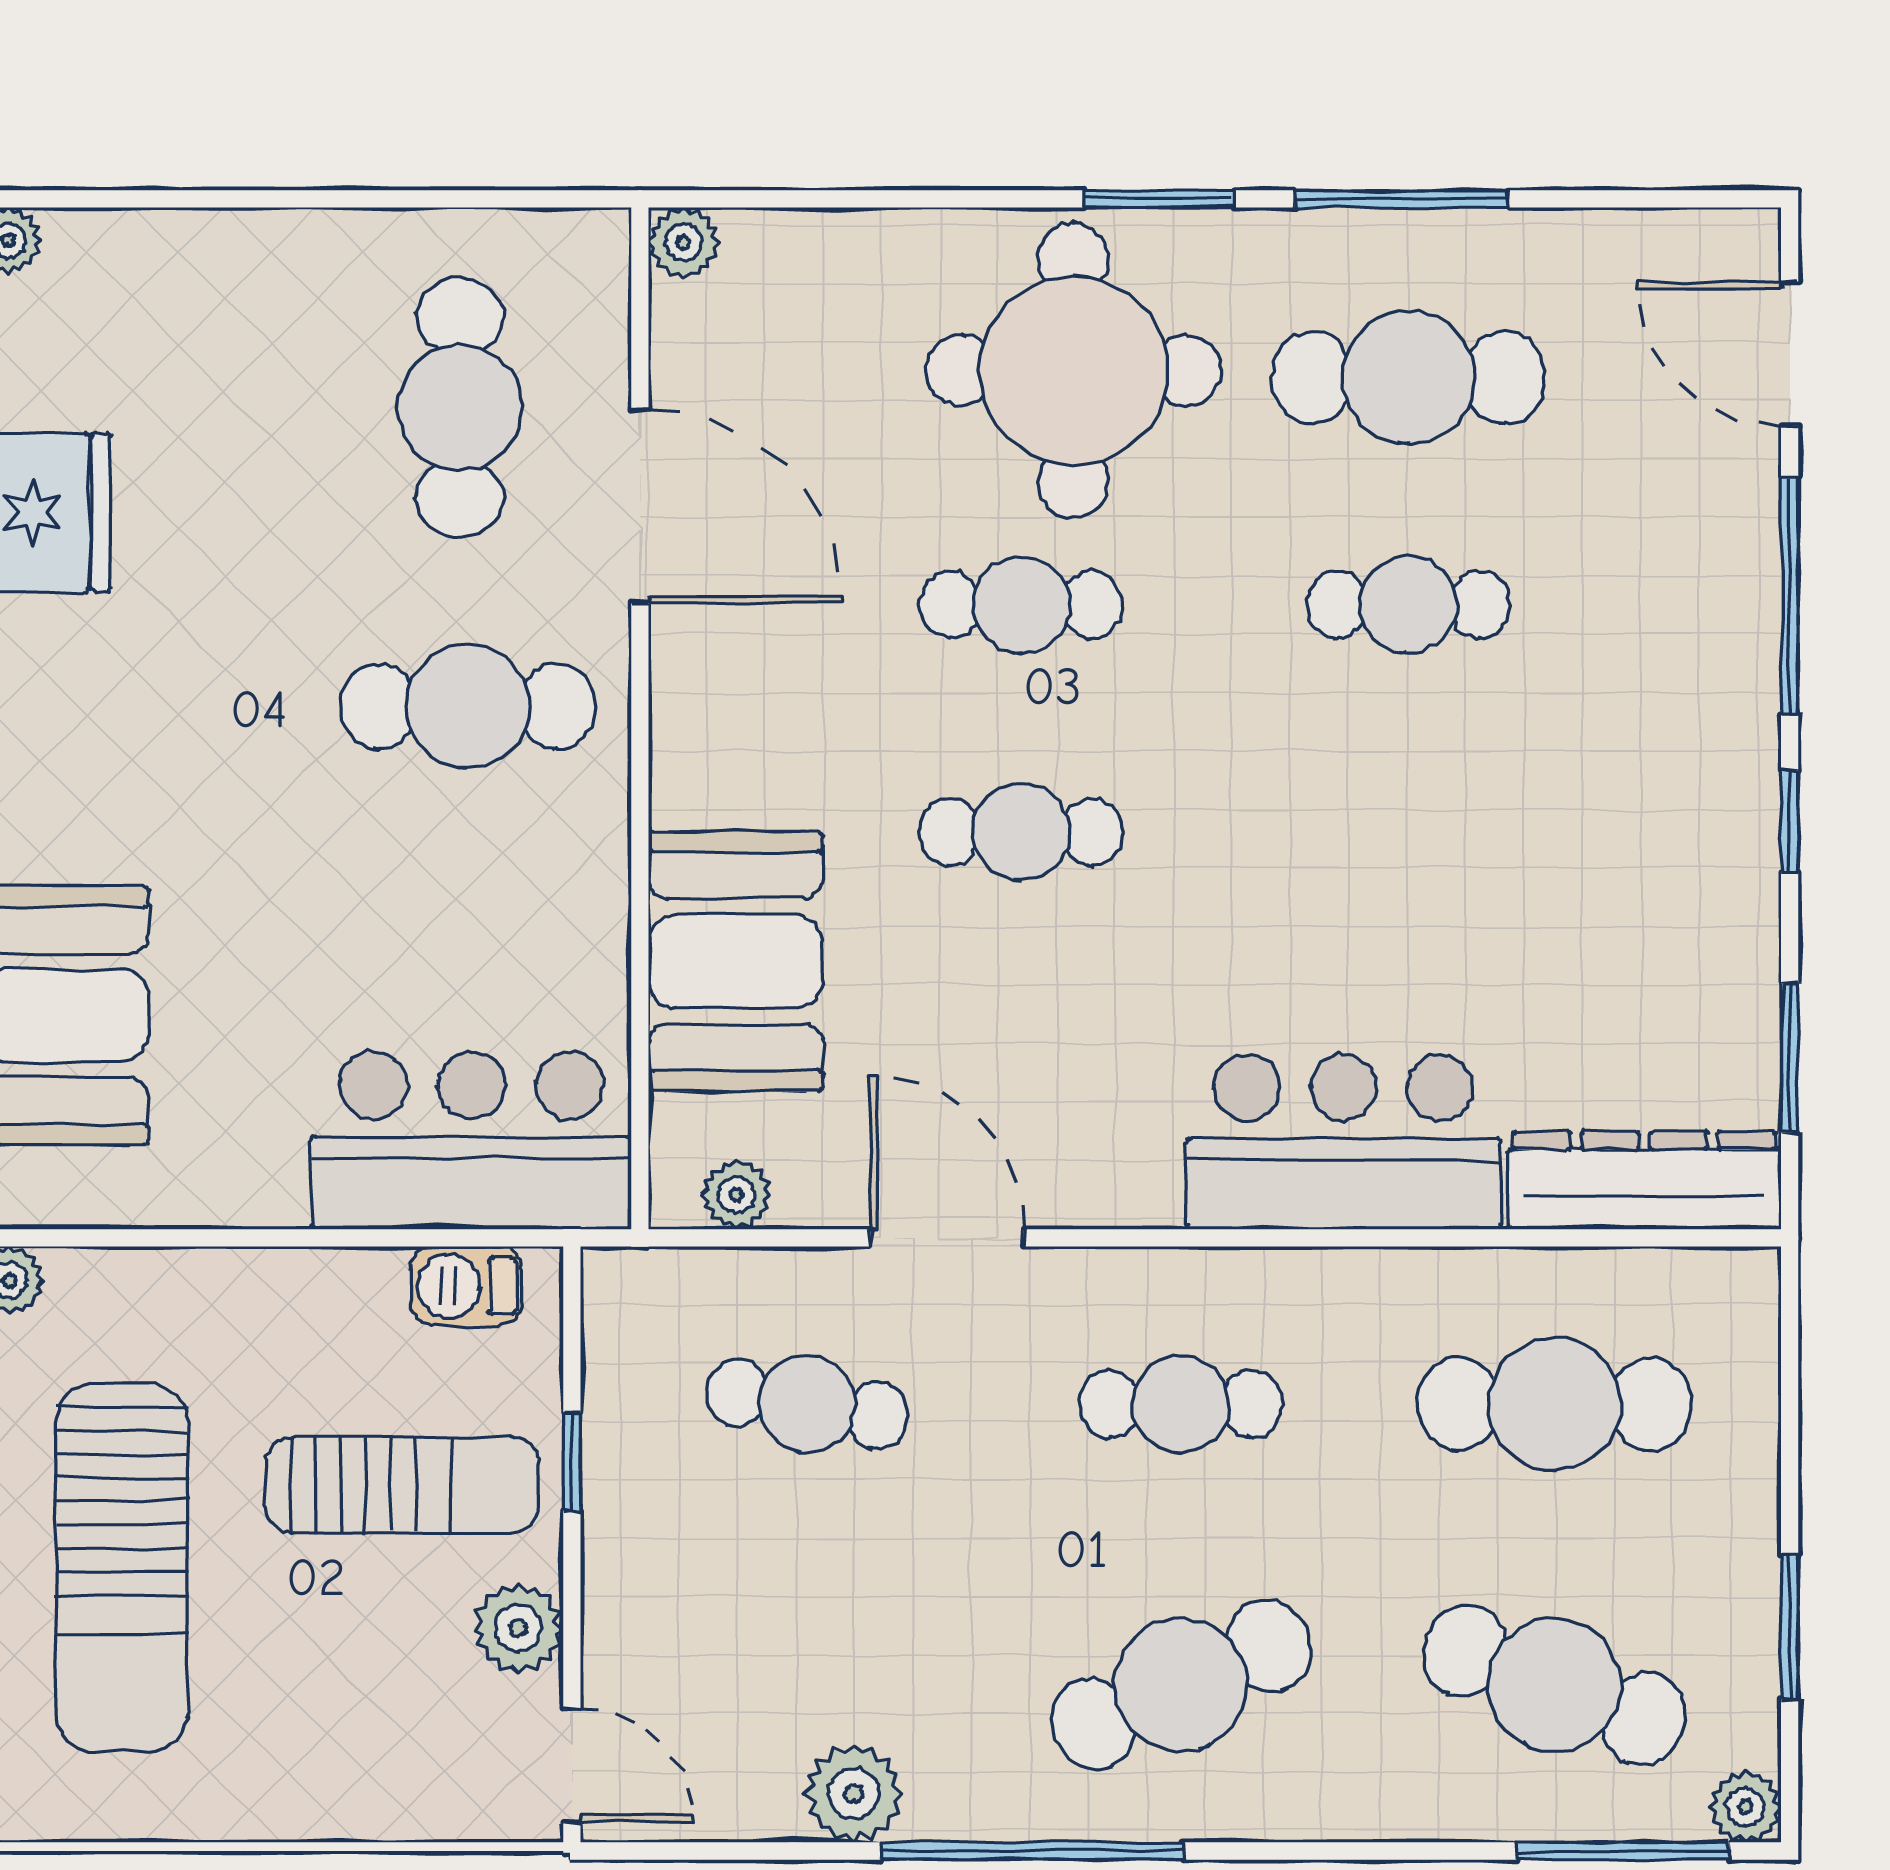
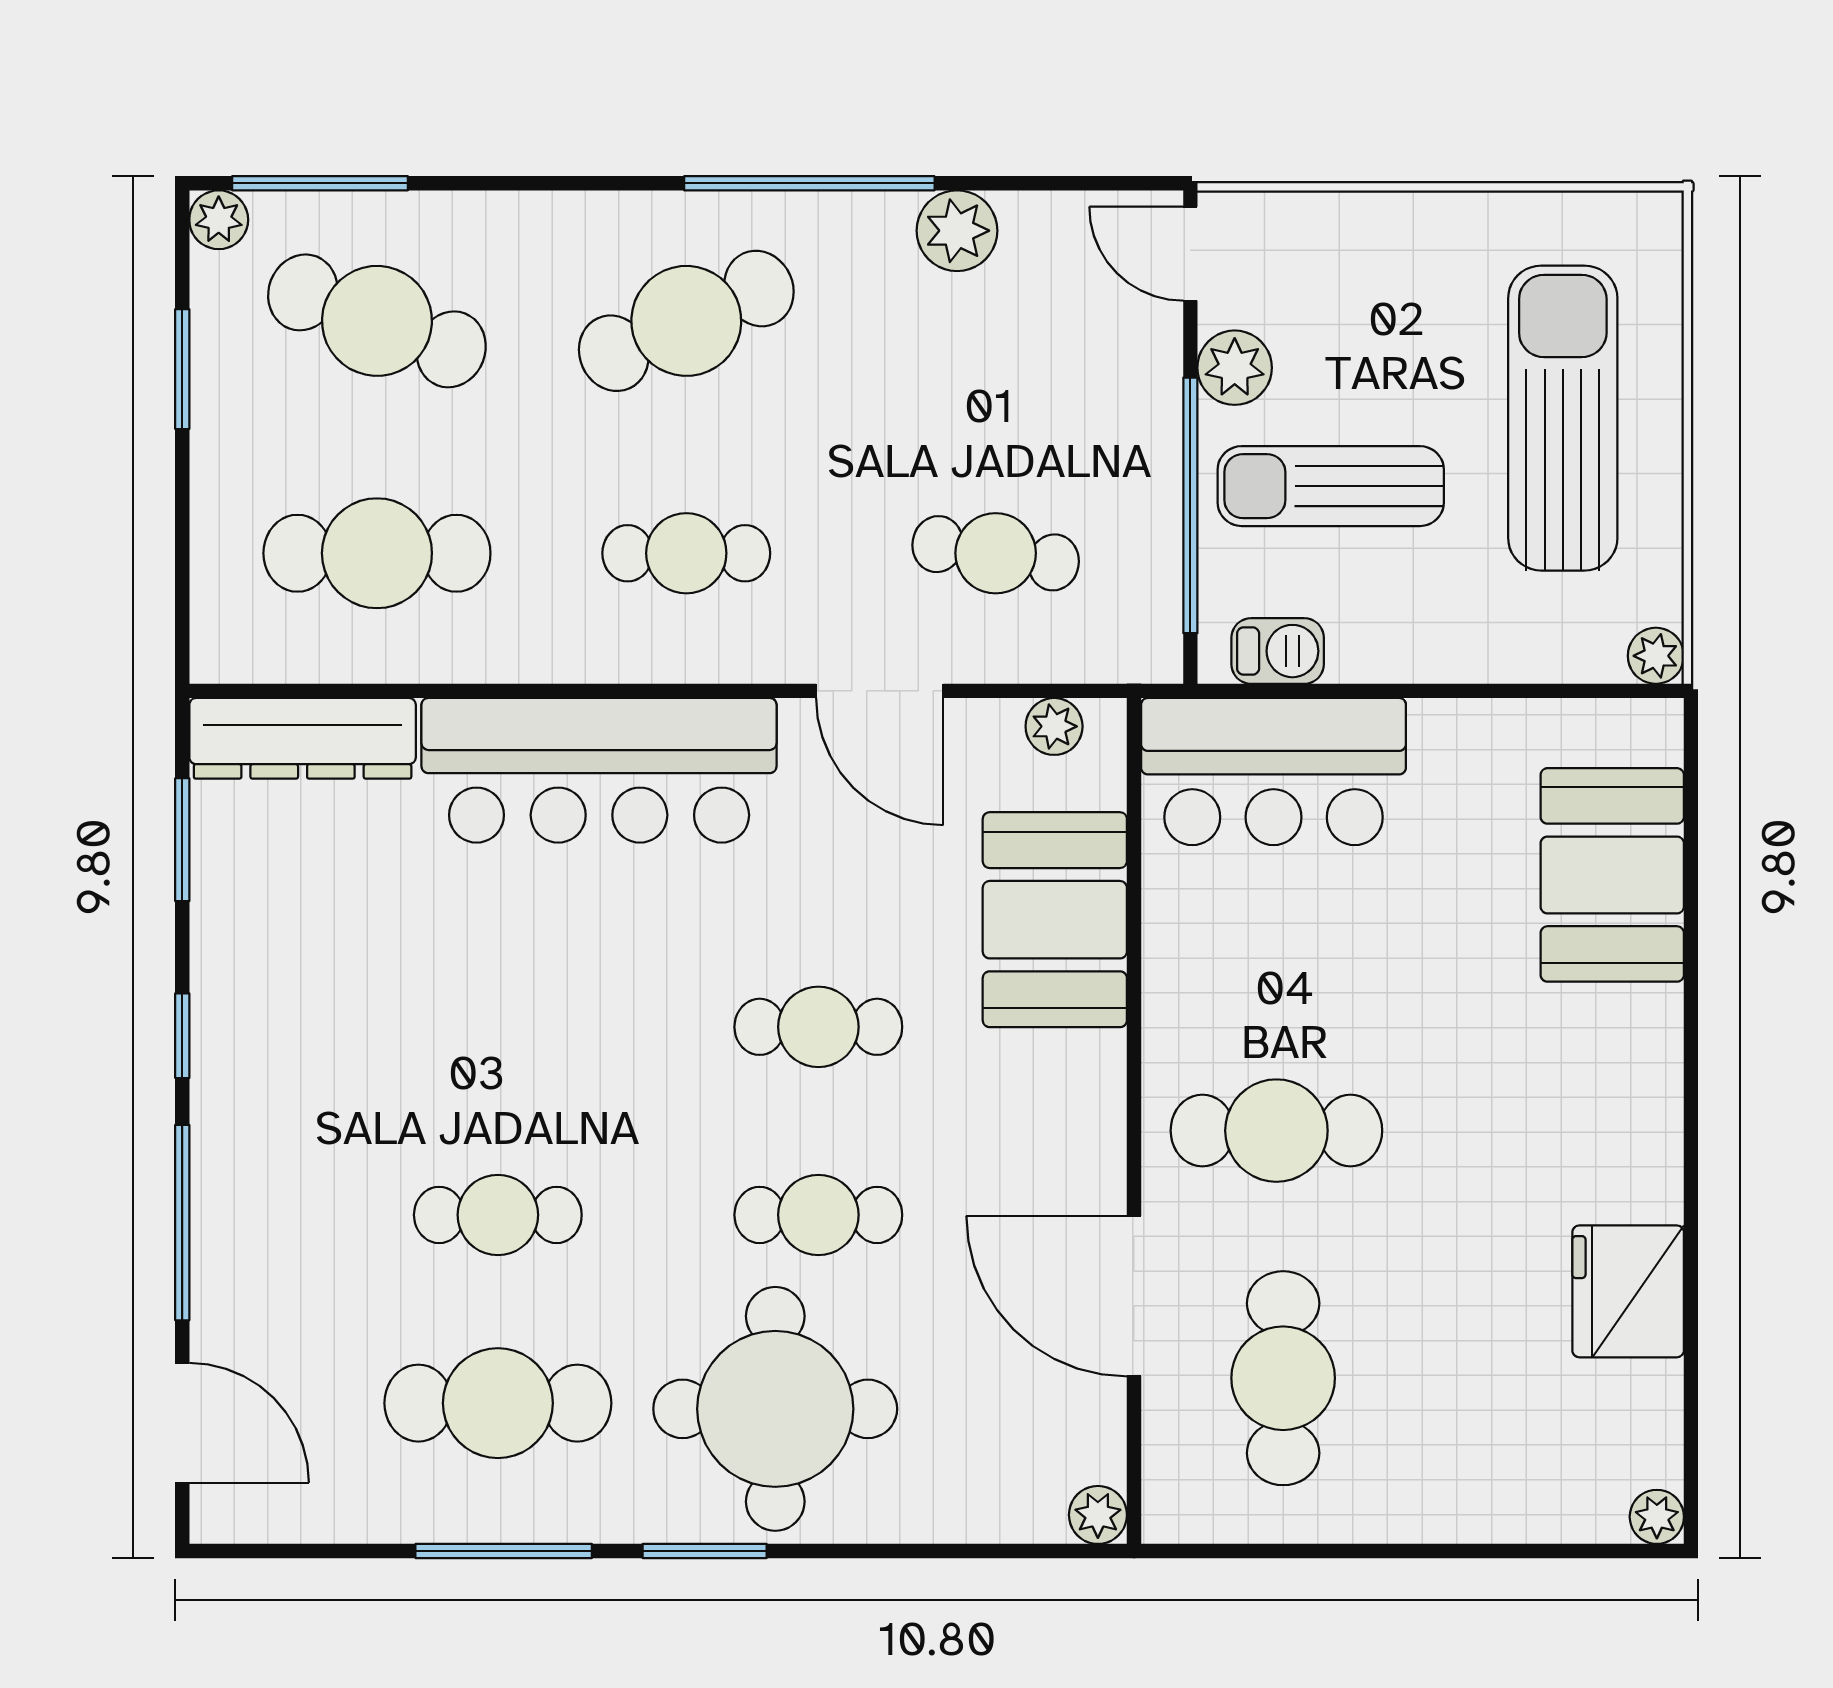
bar counter: (1343, 1142) -> (599, 770), width x1.36
window: (572, 1462) -> (1190, 505), width x3.17

